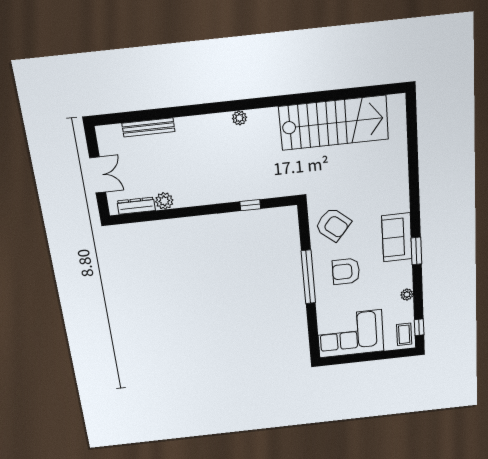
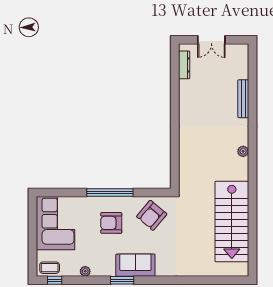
bench: (148, 127) -> (243, 99), moved
plant: (164, 201) -> (186, 87), removed
window: (250, 205) -> (175, 152), removed
armchair: (346, 271) -> (111, 223), turned -90

